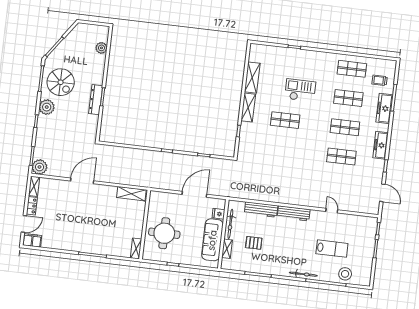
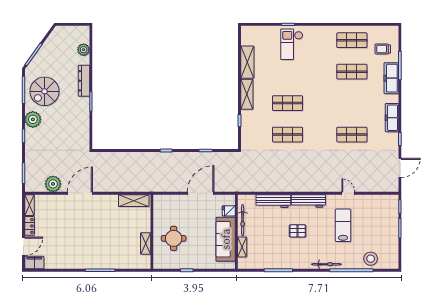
spiral stairs: (61, 82) -> (45, 91), turned 90
checkout: (300, 90) -> (292, 44), moved, turned -90
dresser: (96, 100) -> (84, 81), moved
shop shelf: (345, 127) -> (288, 135), moved
plant: (39, 167) -> (53, 184), moved
door: (382, 193) -> (400, 168), hinge flipped
round table: (164, 233) -> (174, 238), width x0.73, depth x0.73
pallet: (254, 243) -> (298, 231), moved
shelving: (136, 248) -> (146, 243), moved
lab bench: (332, 249) -> (343, 225), moved, turned -90

